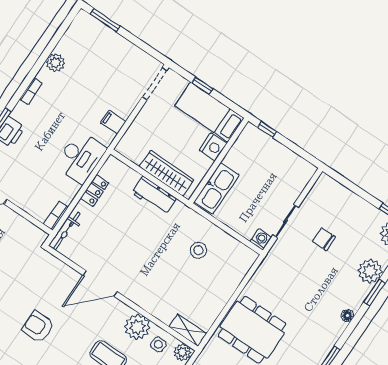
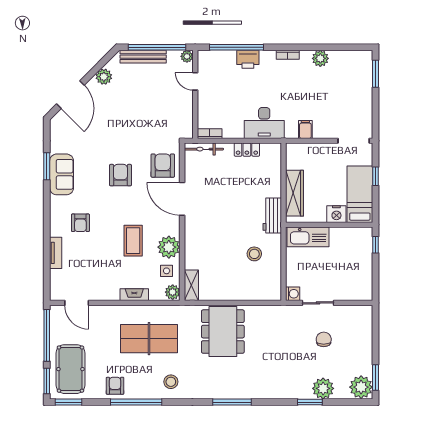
workbench: (154, 196) -> (272, 215), moved
armchair: (56, 281) -> (163, 166), added
floor lamp: (347, 316) -> (280, 394), removed

